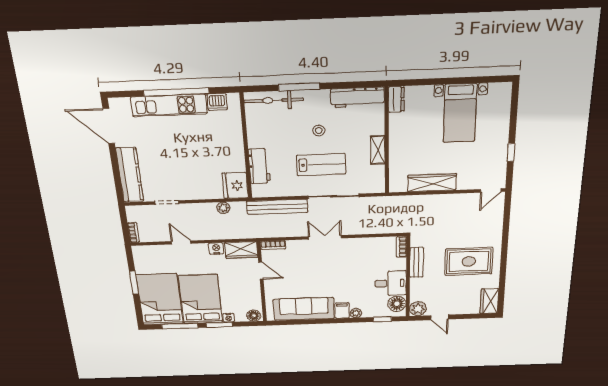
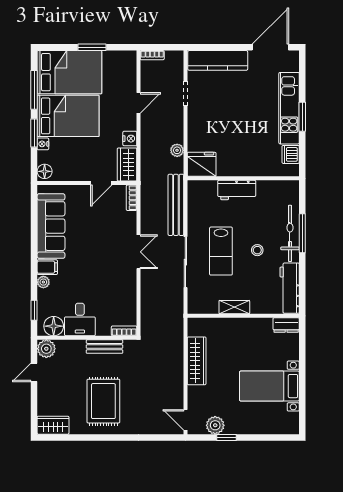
window: (176, 92) -> (302, 117), width x0.47
bicycle: (274, 100) -> (290, 233), moved
plant: (498, 163) -> (215, 425), added
workbench: (259, 166) -> (237, 190), moved

